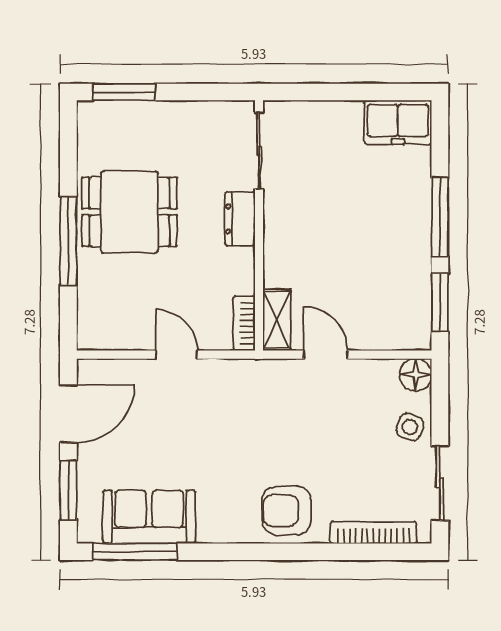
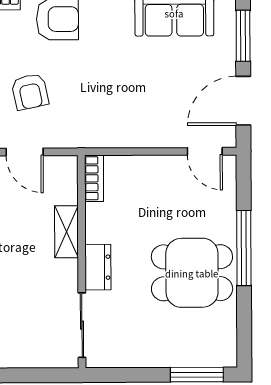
shelving: (277, 320) -> (66, 232), moved
door: (177, 355) -> (205, 151), moved
armchair: (319, 425) -> (30, 92), added

